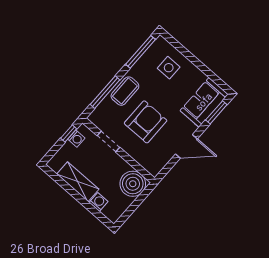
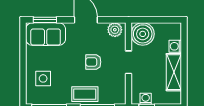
armchair: (146, 122) -> (93, 62), width x0.53, depth x0.53
doorway: (108, 141) -> (129, 62), moved
plant: (157, 164) -> (115, 30), added

